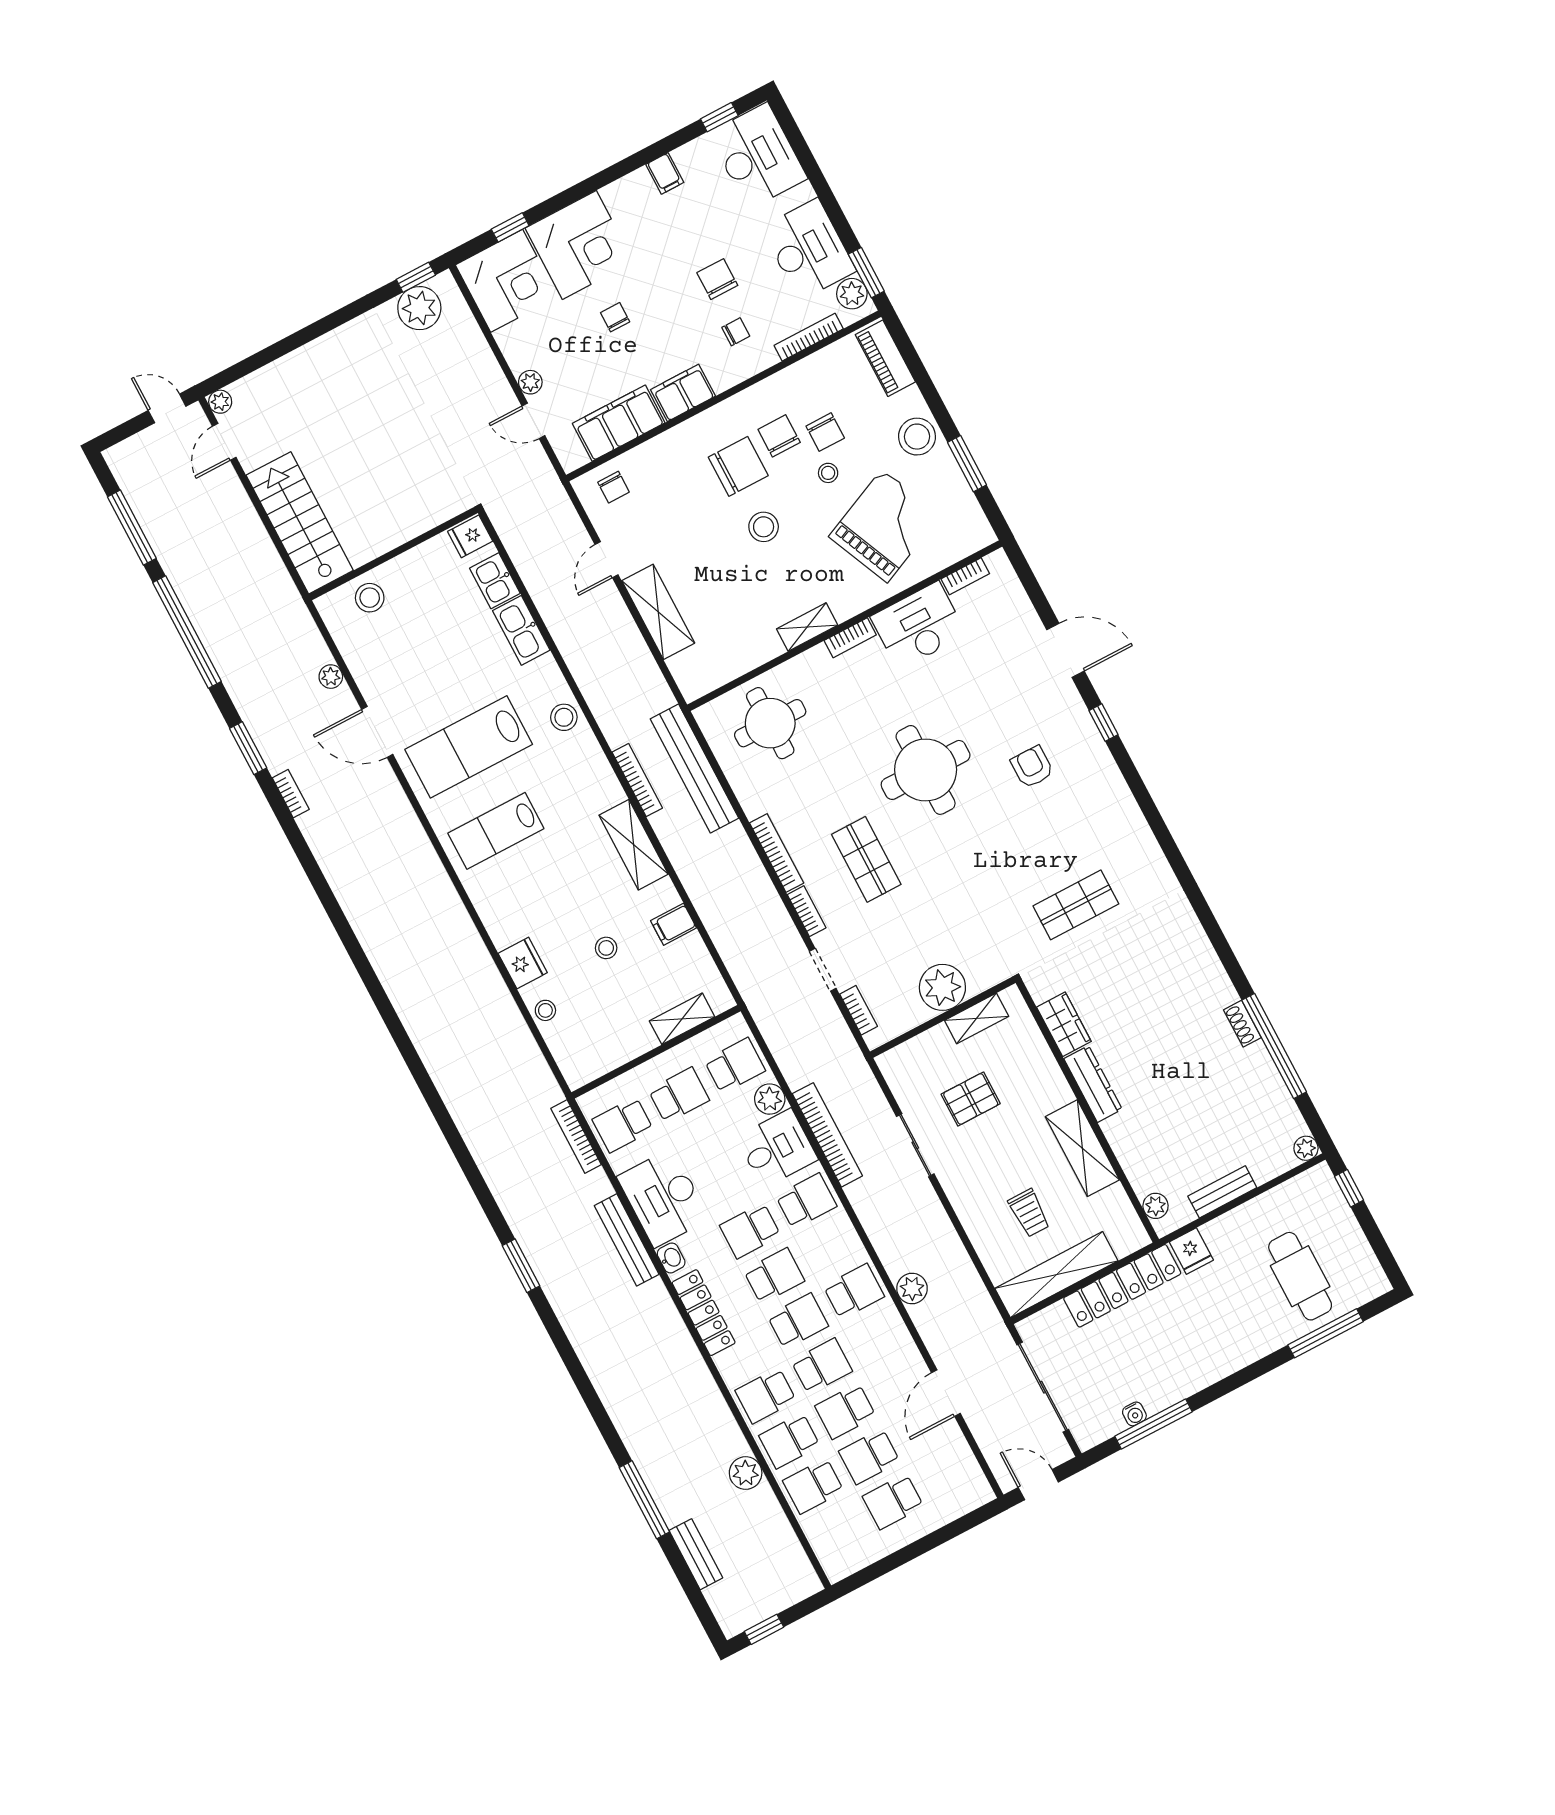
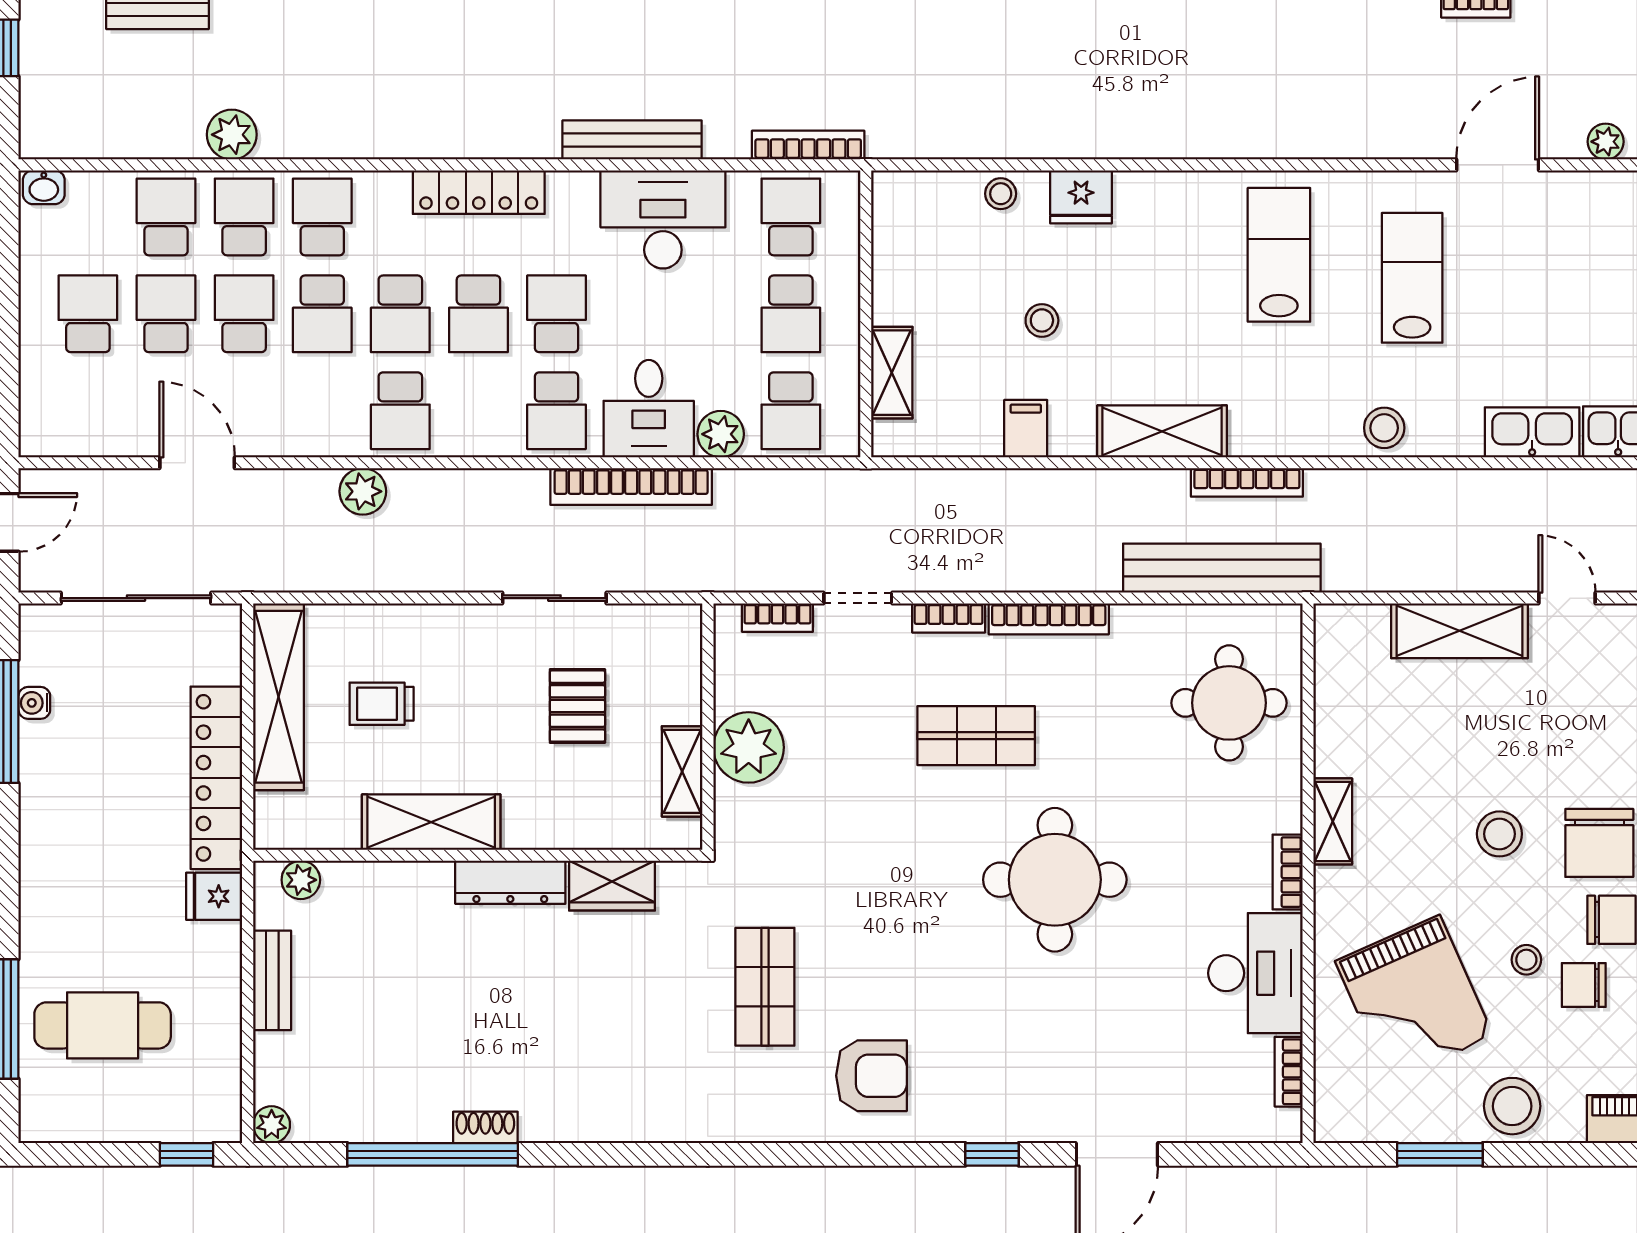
lab bench: (469, 747) -> (1412, 278), width x0.73, depth x0.72
armchair: (1032, 767) -> (871, 1076), moved, width x1.38, depth x1.38
washbasin: (671, 1258) -> (44, 187), moved

